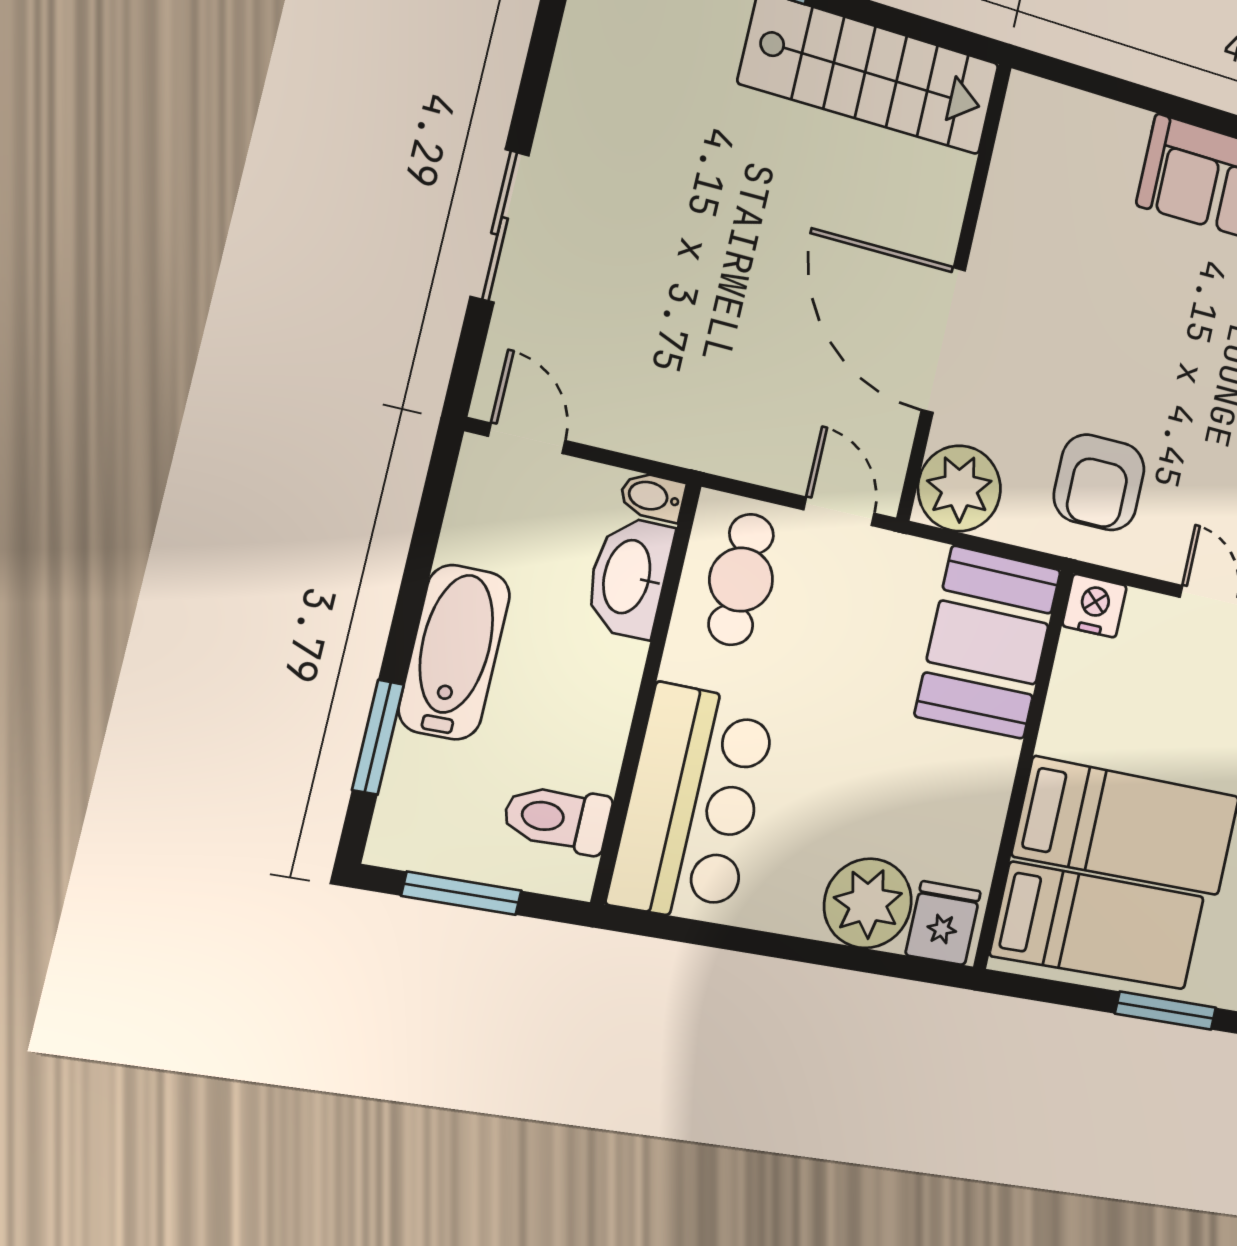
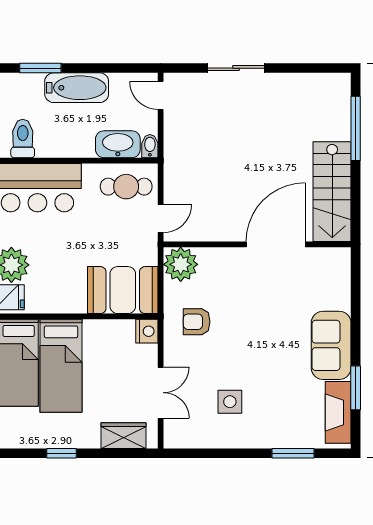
door: (943, 340) -> (276, 244), moved
door: (527, 438) -> (161, 95), swing flipped
armchair: (1099, 482) -> (197, 322), width x0.72, depth x0.72

